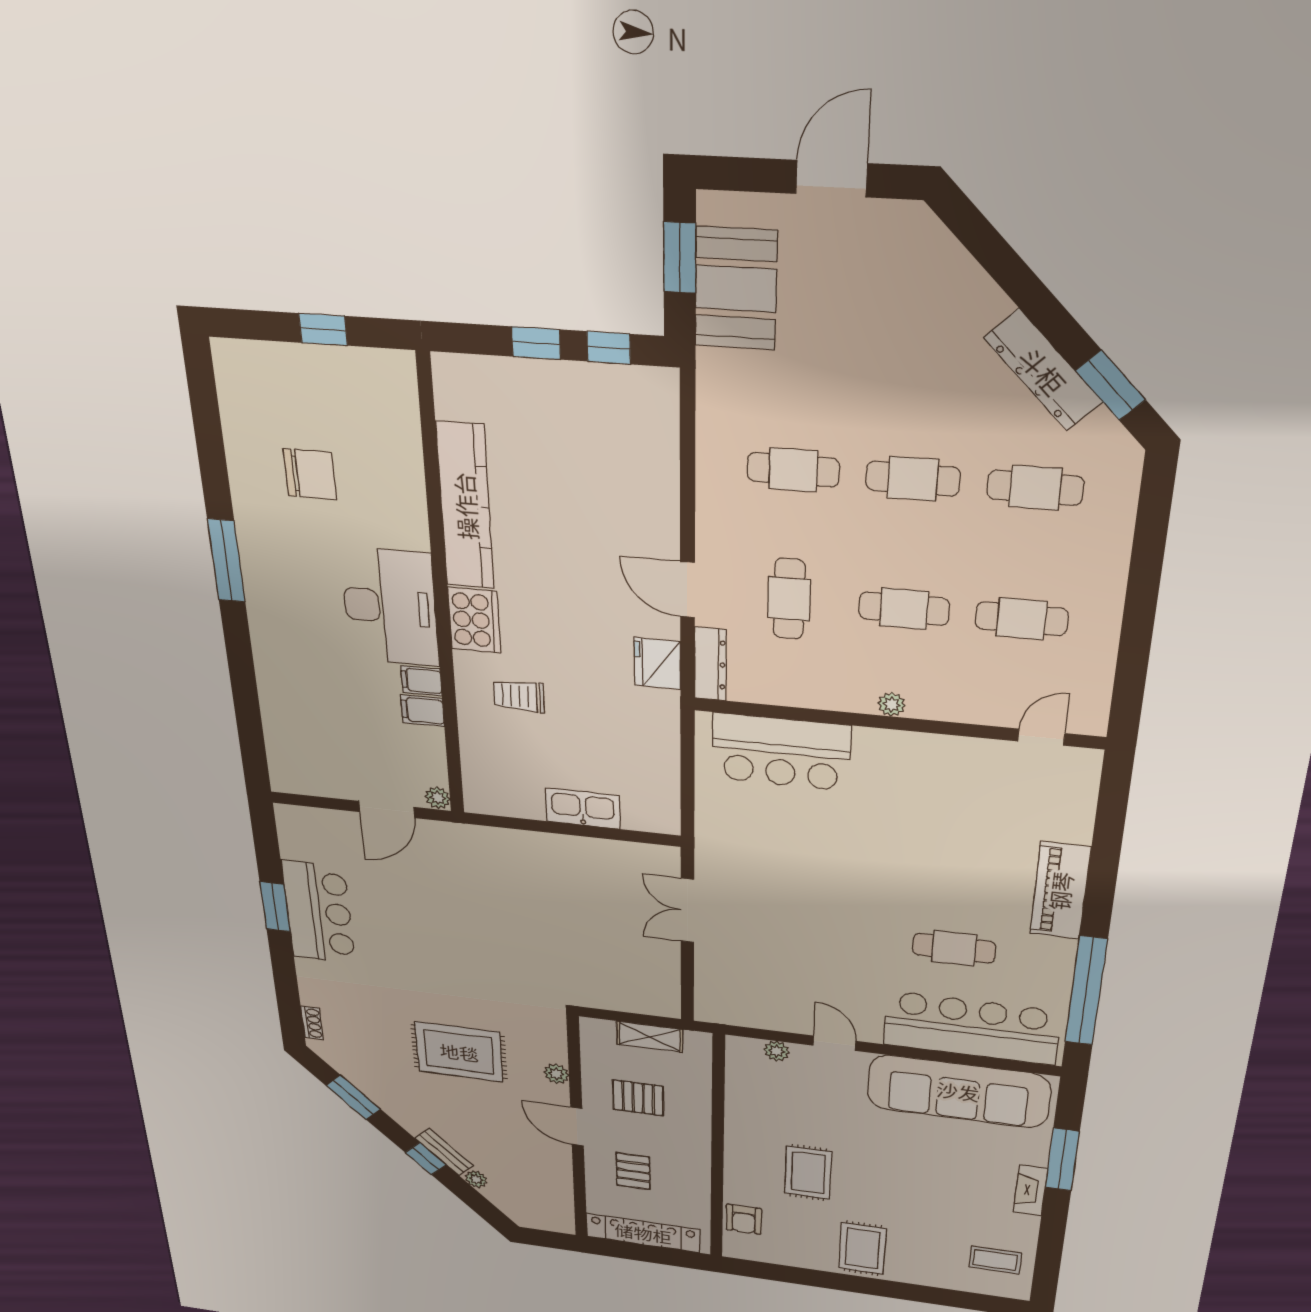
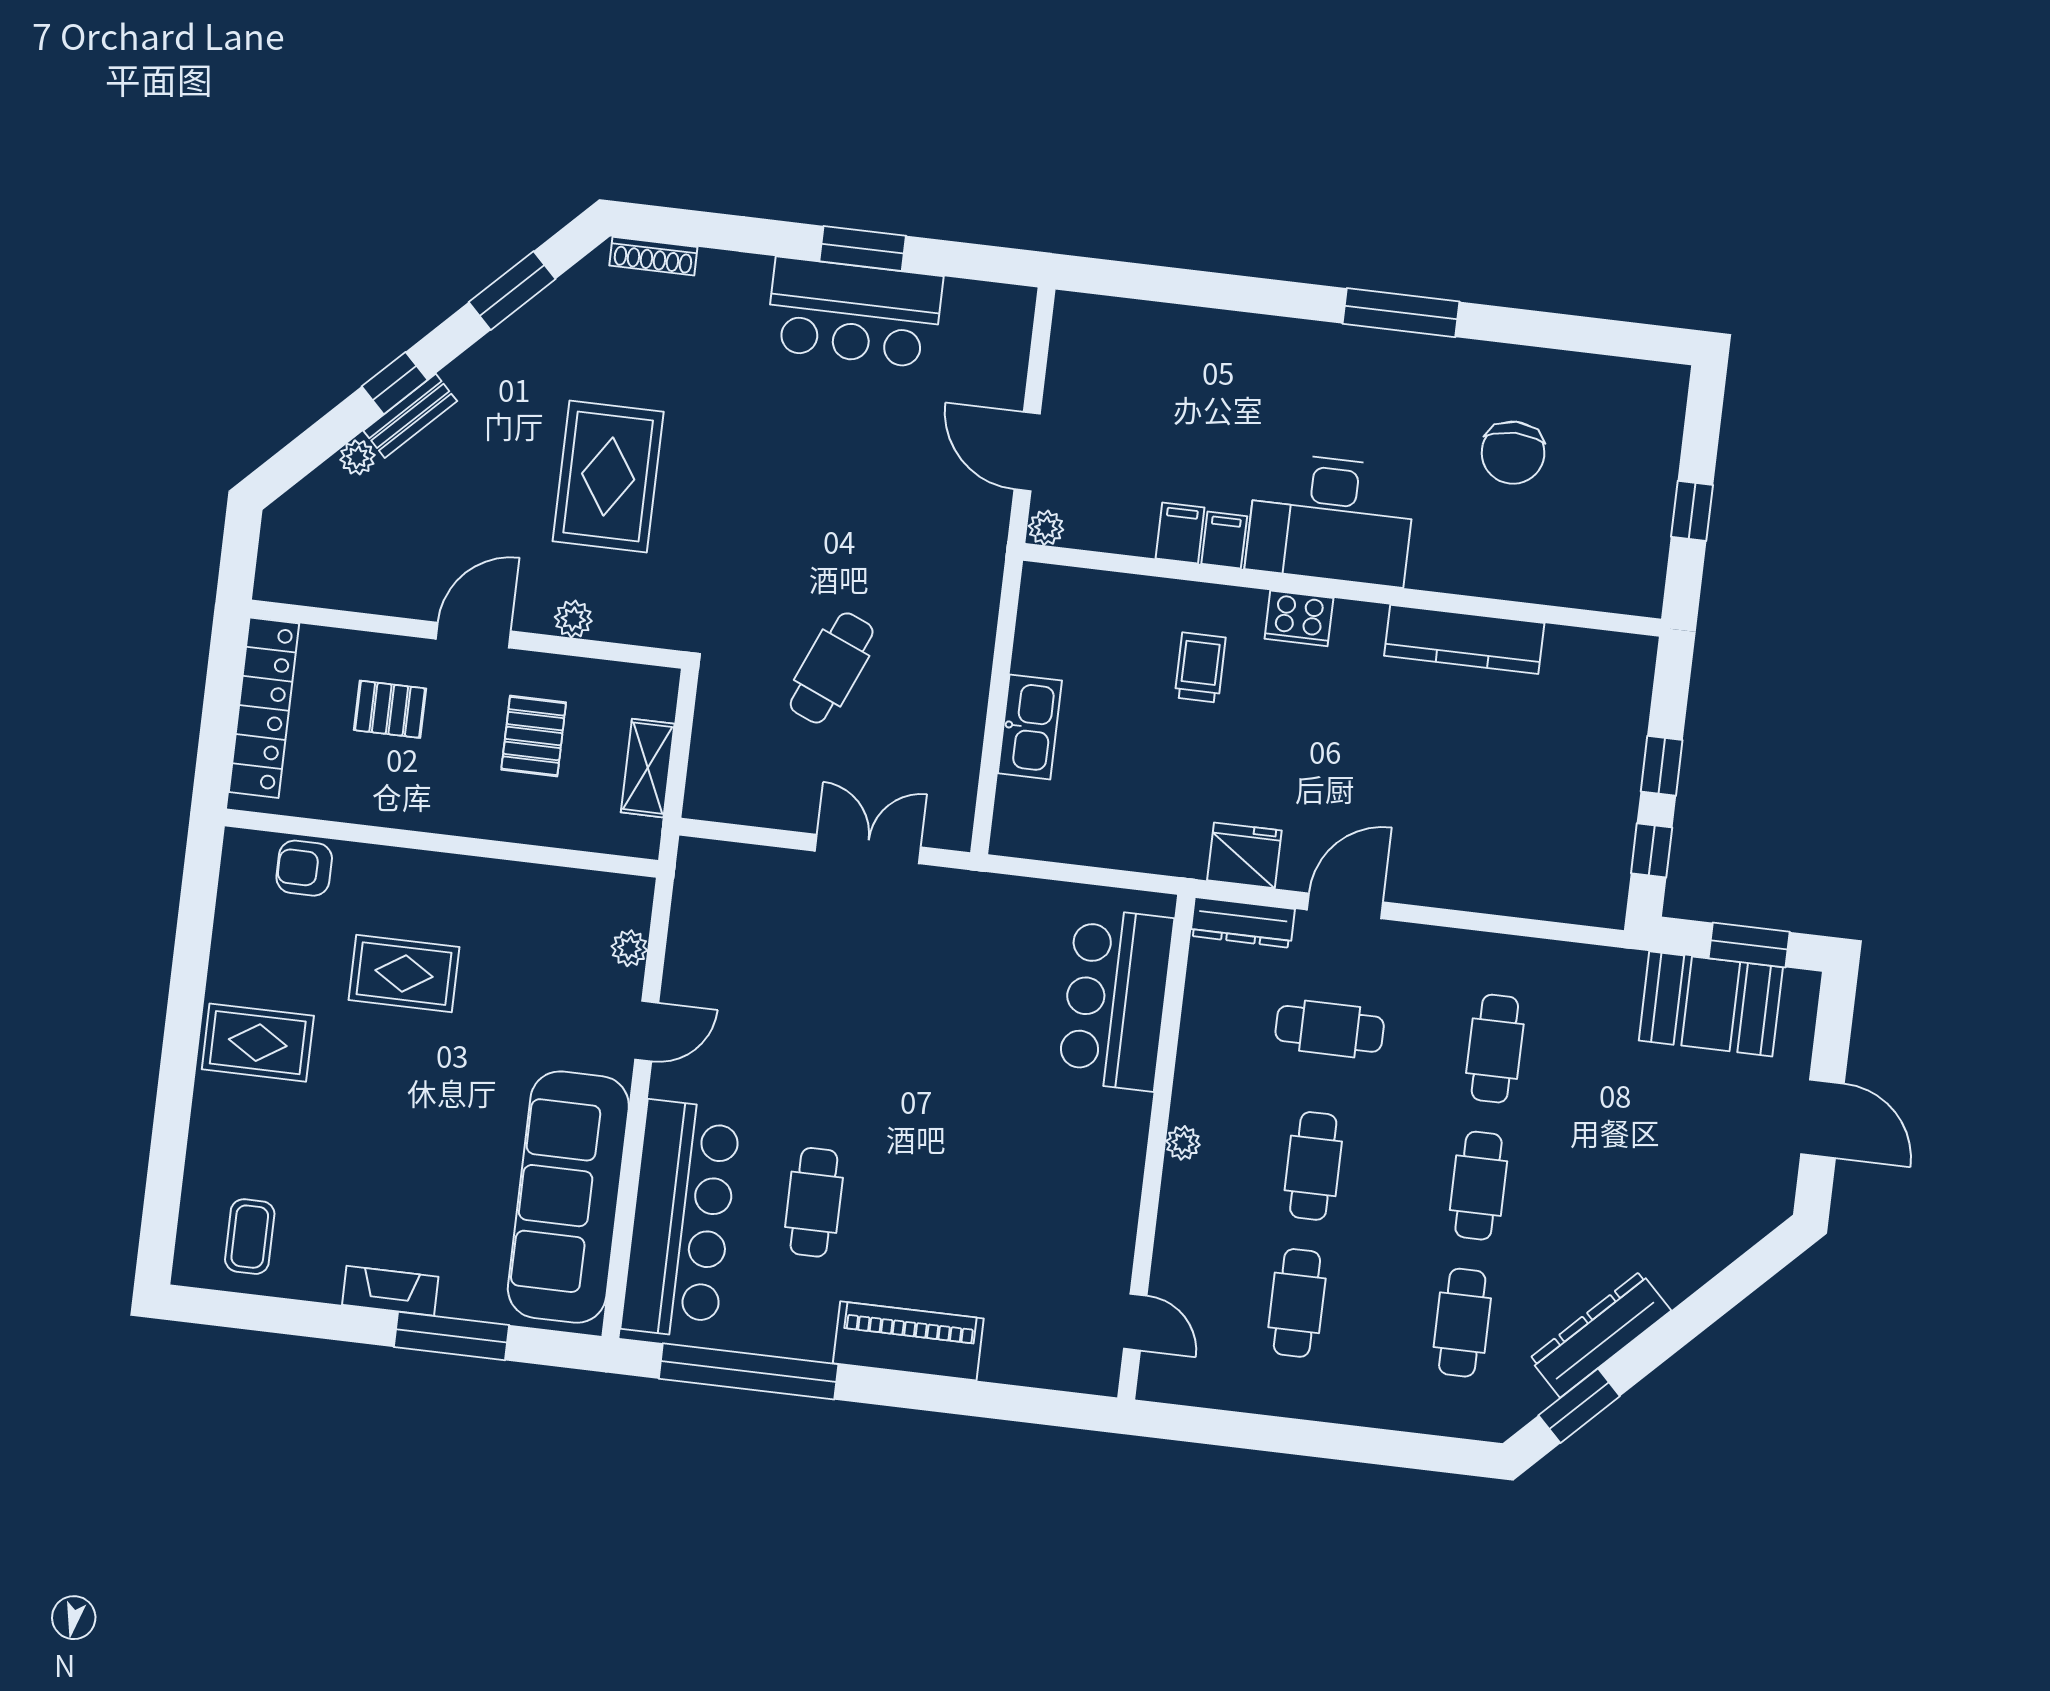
kitchen counter: (465, 506) -> (1464, 639), width x0.72, depth x0.86
cooker: (474, 620) -> (1299, 618), width x0.73, depth x0.76
cafe table: (562, 930) -> (832, 668), added
shoe rack: (312, 1023) -> (653, 256), width x1.43

